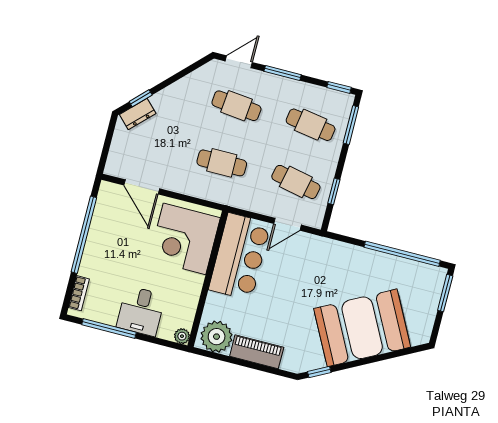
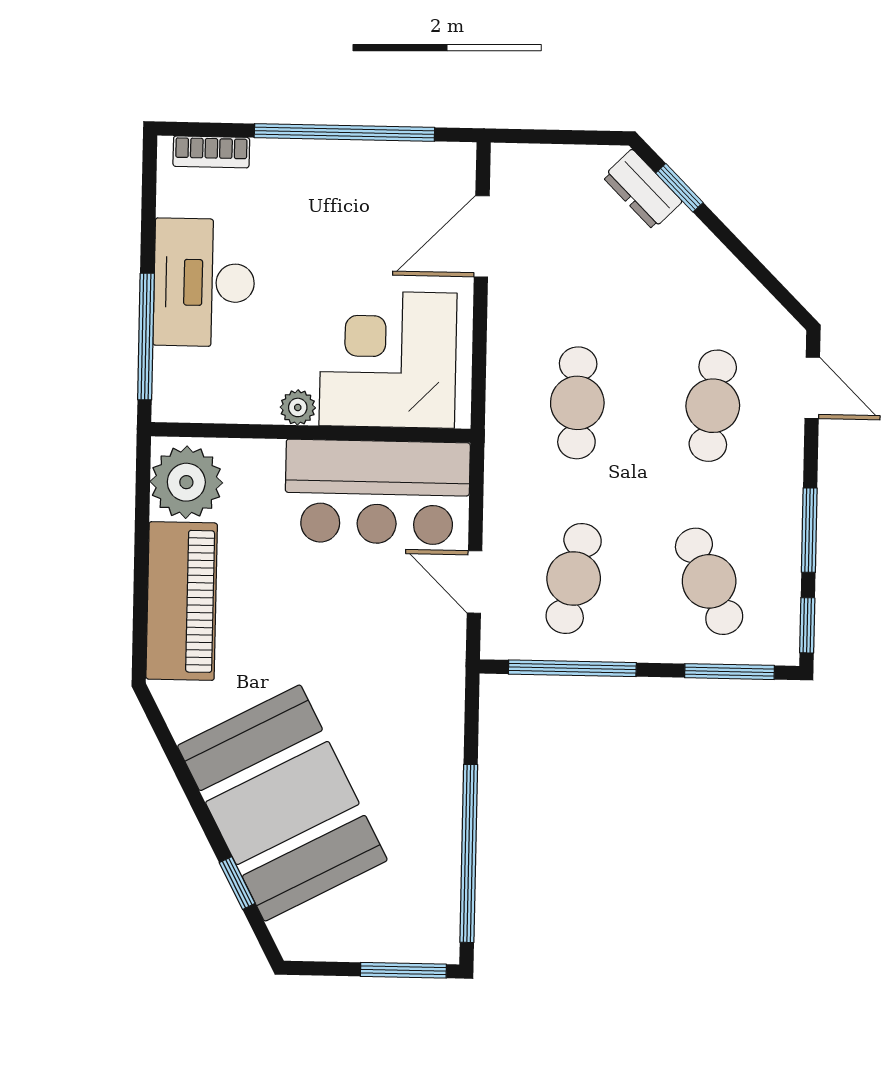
window: (283, 73) -> (809, 530), moved
cafe table: (311, 125) -> (709, 581), turned -33
window: (334, 191) -> (572, 668), width x2.17
desk: (141, 311) -> (204, 283), width x1.37
window: (109, 329) -> (146, 337), moved
plant: (182, 336) -> (298, 407), moved
piano: (257, 352) -> (182, 601), width x1.37, depth x1.33
window: (319, 372) -> (237, 883), moved

